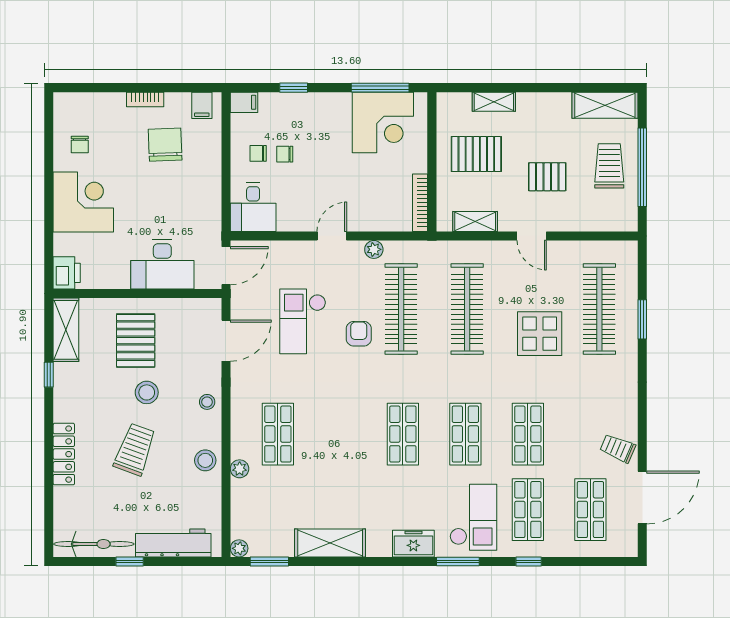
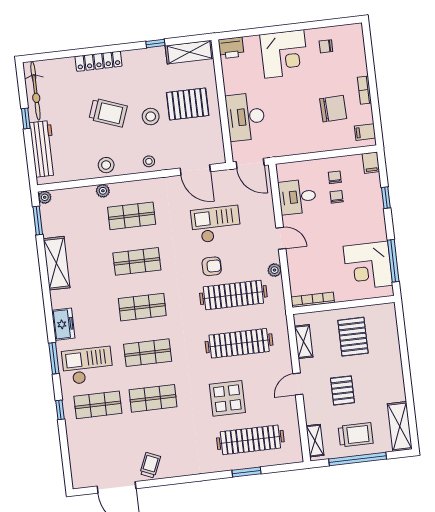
shelving: (494, 102) -> (315, 441), moved
desk: (253, 207) -> (297, 197), moved
shop shelf: (590, 510) -> (137, 261), moved
checkout: (473, 517) -> (88, 366), turned 180

